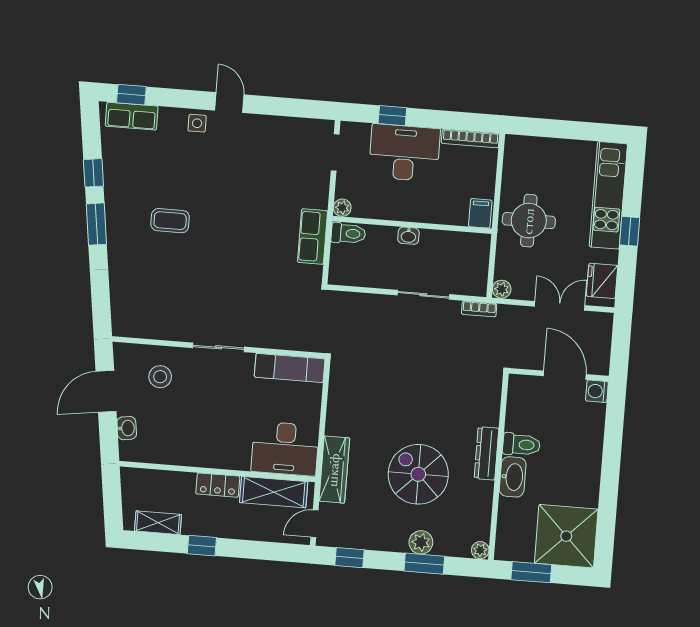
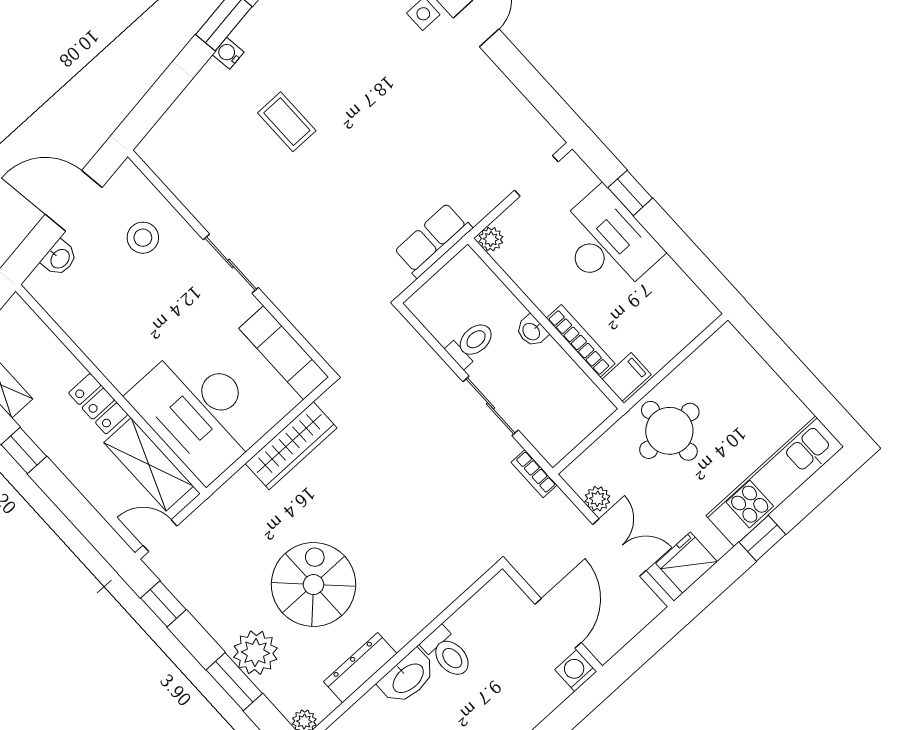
bookcase: (470, 138) -> (581, 341), moved, turned 180
coffee table: (170, 221) -> (287, 122), moved
toilet: (348, 233) -> (471, 344), moved, turned -90
water cooler: (115, 239) -> (228, 53), added
plant: (502, 289) -> (597, 499), moved
desk: (285, 449) -> (199, 411), width x1.36, depth x1.30
dresser: (486, 453) -> (360, 668), moved
wardrobe: (334, 470) -> (291, 446), moved
plant: (421, 542) -> (255, 653), width x1.36, depth x1.36

